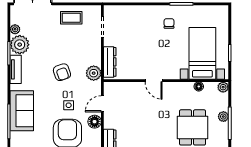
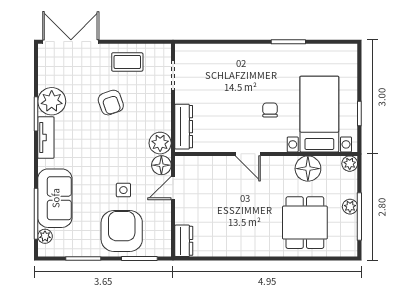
chair: (169, 23) -> (270, 110), moved
plant: (15, 29) -> (45, 236), moved
armchair: (62, 72) -> (111, 103), moved
floor lamp: (199, 86) -> (308, 169), width x1.89, depth x1.89
floor lamp: (95, 122) -> (161, 165), moved

